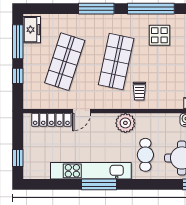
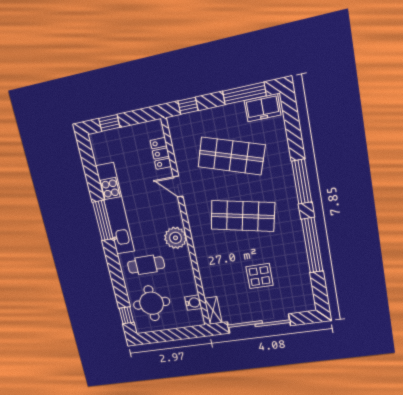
display table: (159, 35) -> (260, 276), moved
window: (18, 76) -> (188, 106), moved
trolley: (139, 91) -> (214, 247), removed
locker: (51, 120) -> (161, 153), width x0.66

